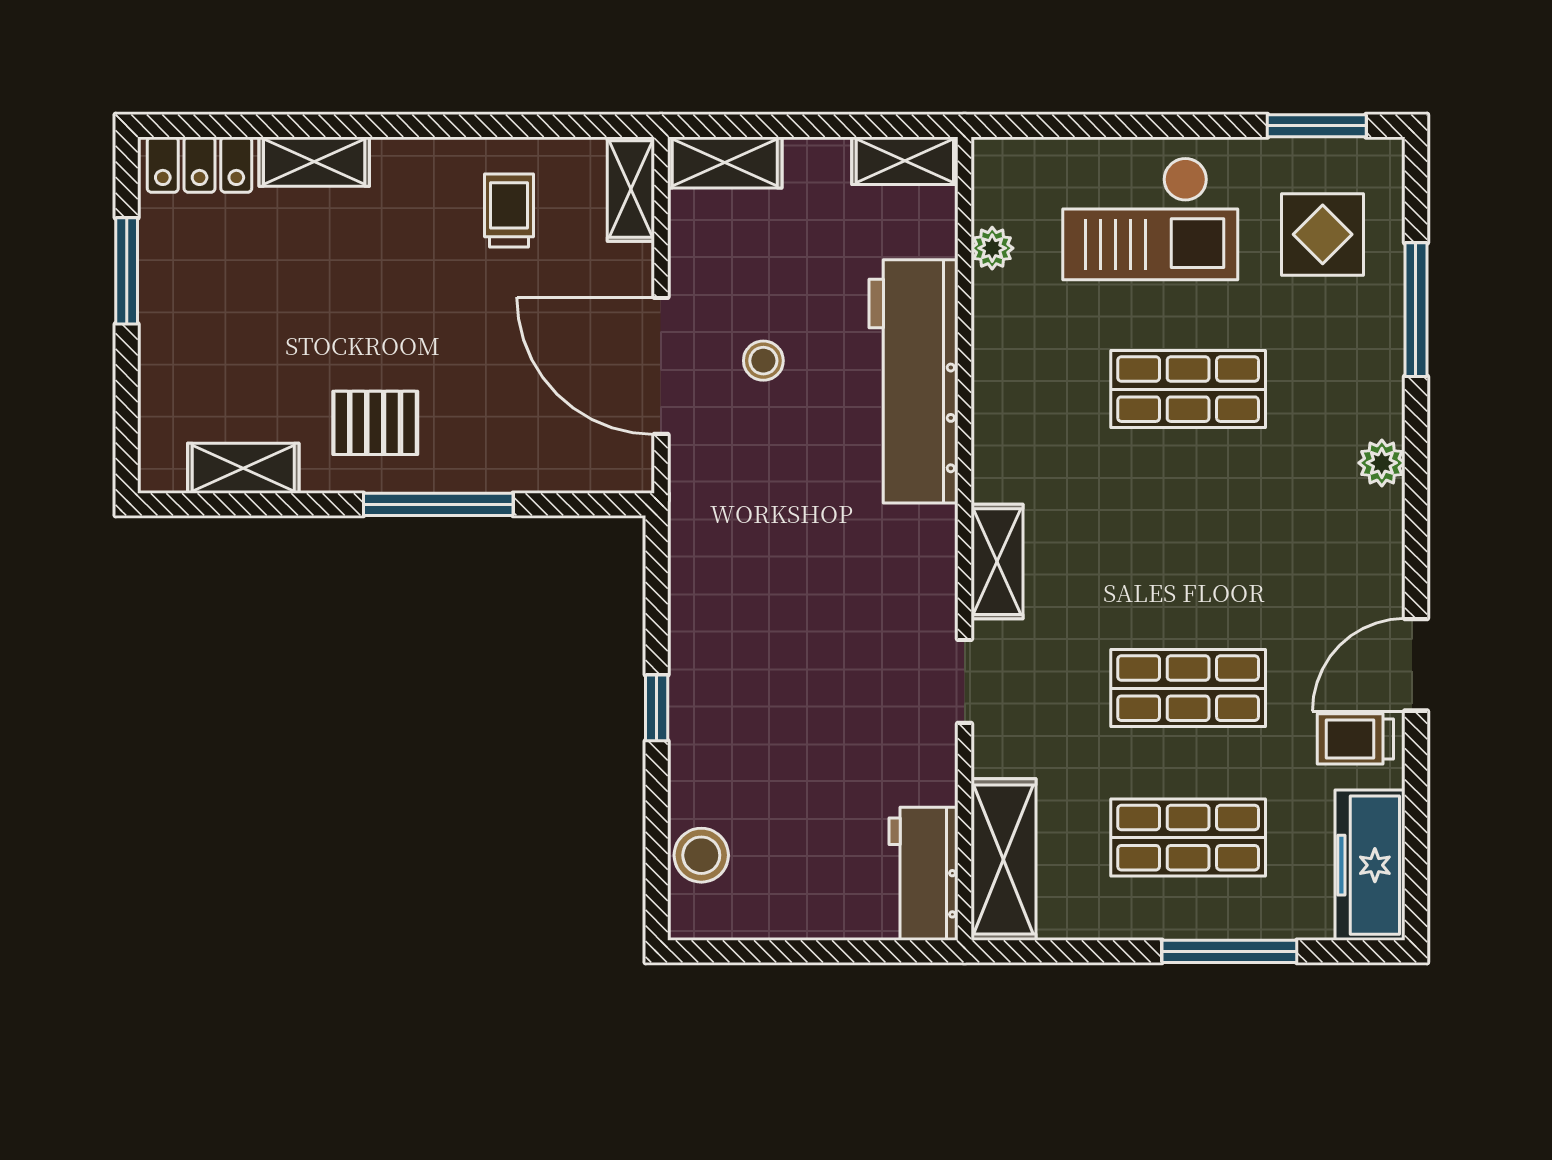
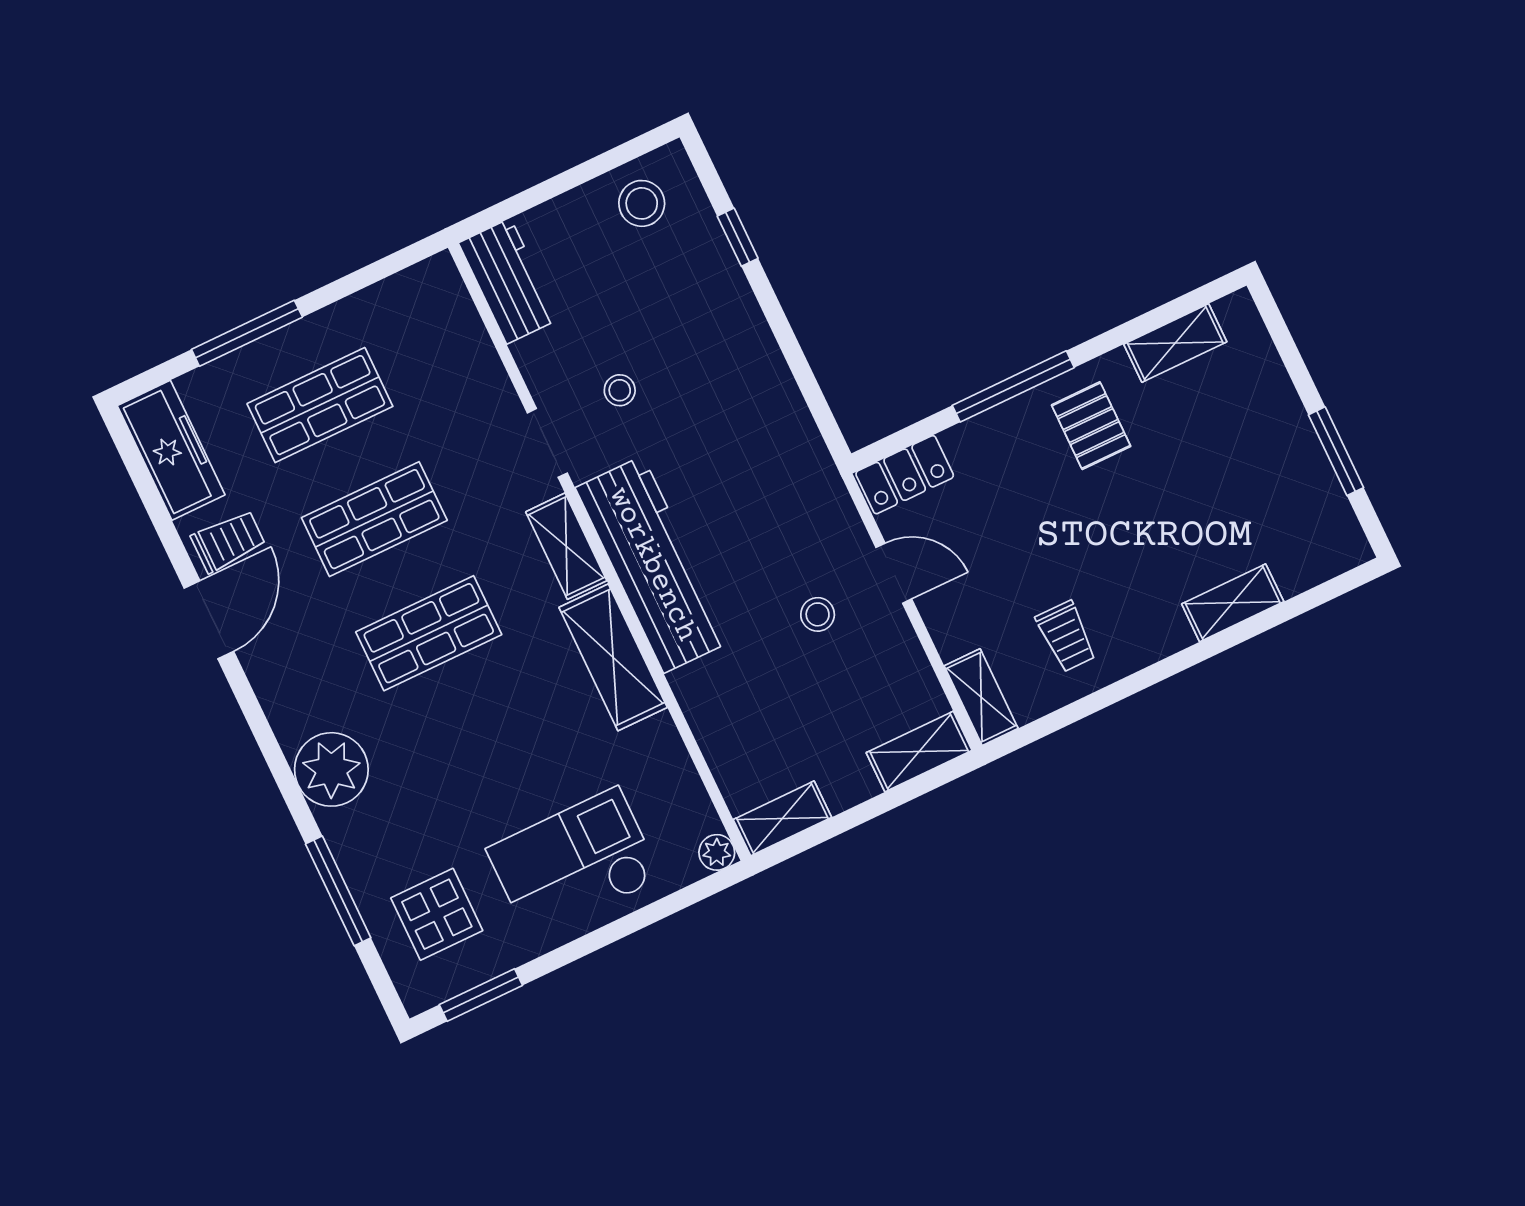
locker: (200, 165) -> (905, 475), moved, turned 180
plant: (992, 248) -> (717, 852), moved
door: (661, 366) -> (894, 573), width x0.53
workbench: (914, 381) -> (653, 565), moved
shop shelf: (1188, 389) -> (429, 633), moved
pallet: (375, 423) -> (1091, 426), turned 90
plant: (1382, 463) -> (331, 769), width x1.87, depth x1.87
stool: (860, 701) -> (620, 390), added
window: (657, 708) -> (738, 237), moved
stool: (701, 855) -> (642, 203), moved
shelving: (1004, 859) -> (613, 657), moved

